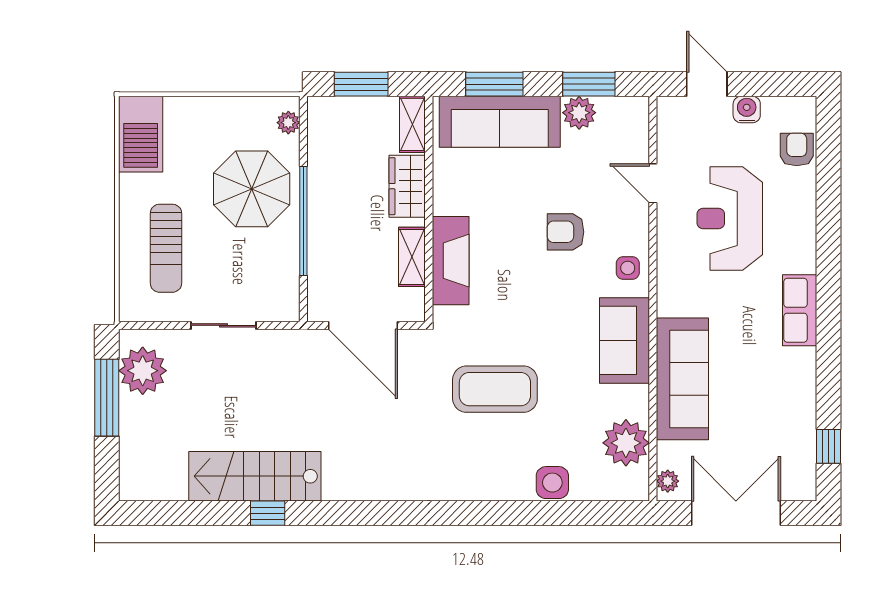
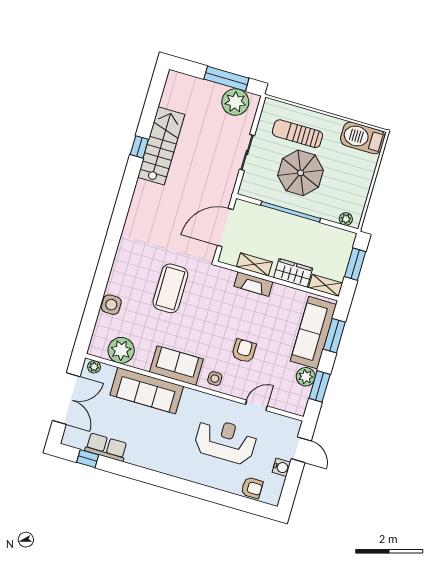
door: (707, 84) -> (301, 450), hinge flipped
parasol: (252, 189) -> (301, 173), moved
fireplace: (451, 261) -> (253, 284), width x0.73, depth x0.76
row of seats: (800, 310) -> (106, 447), moved

